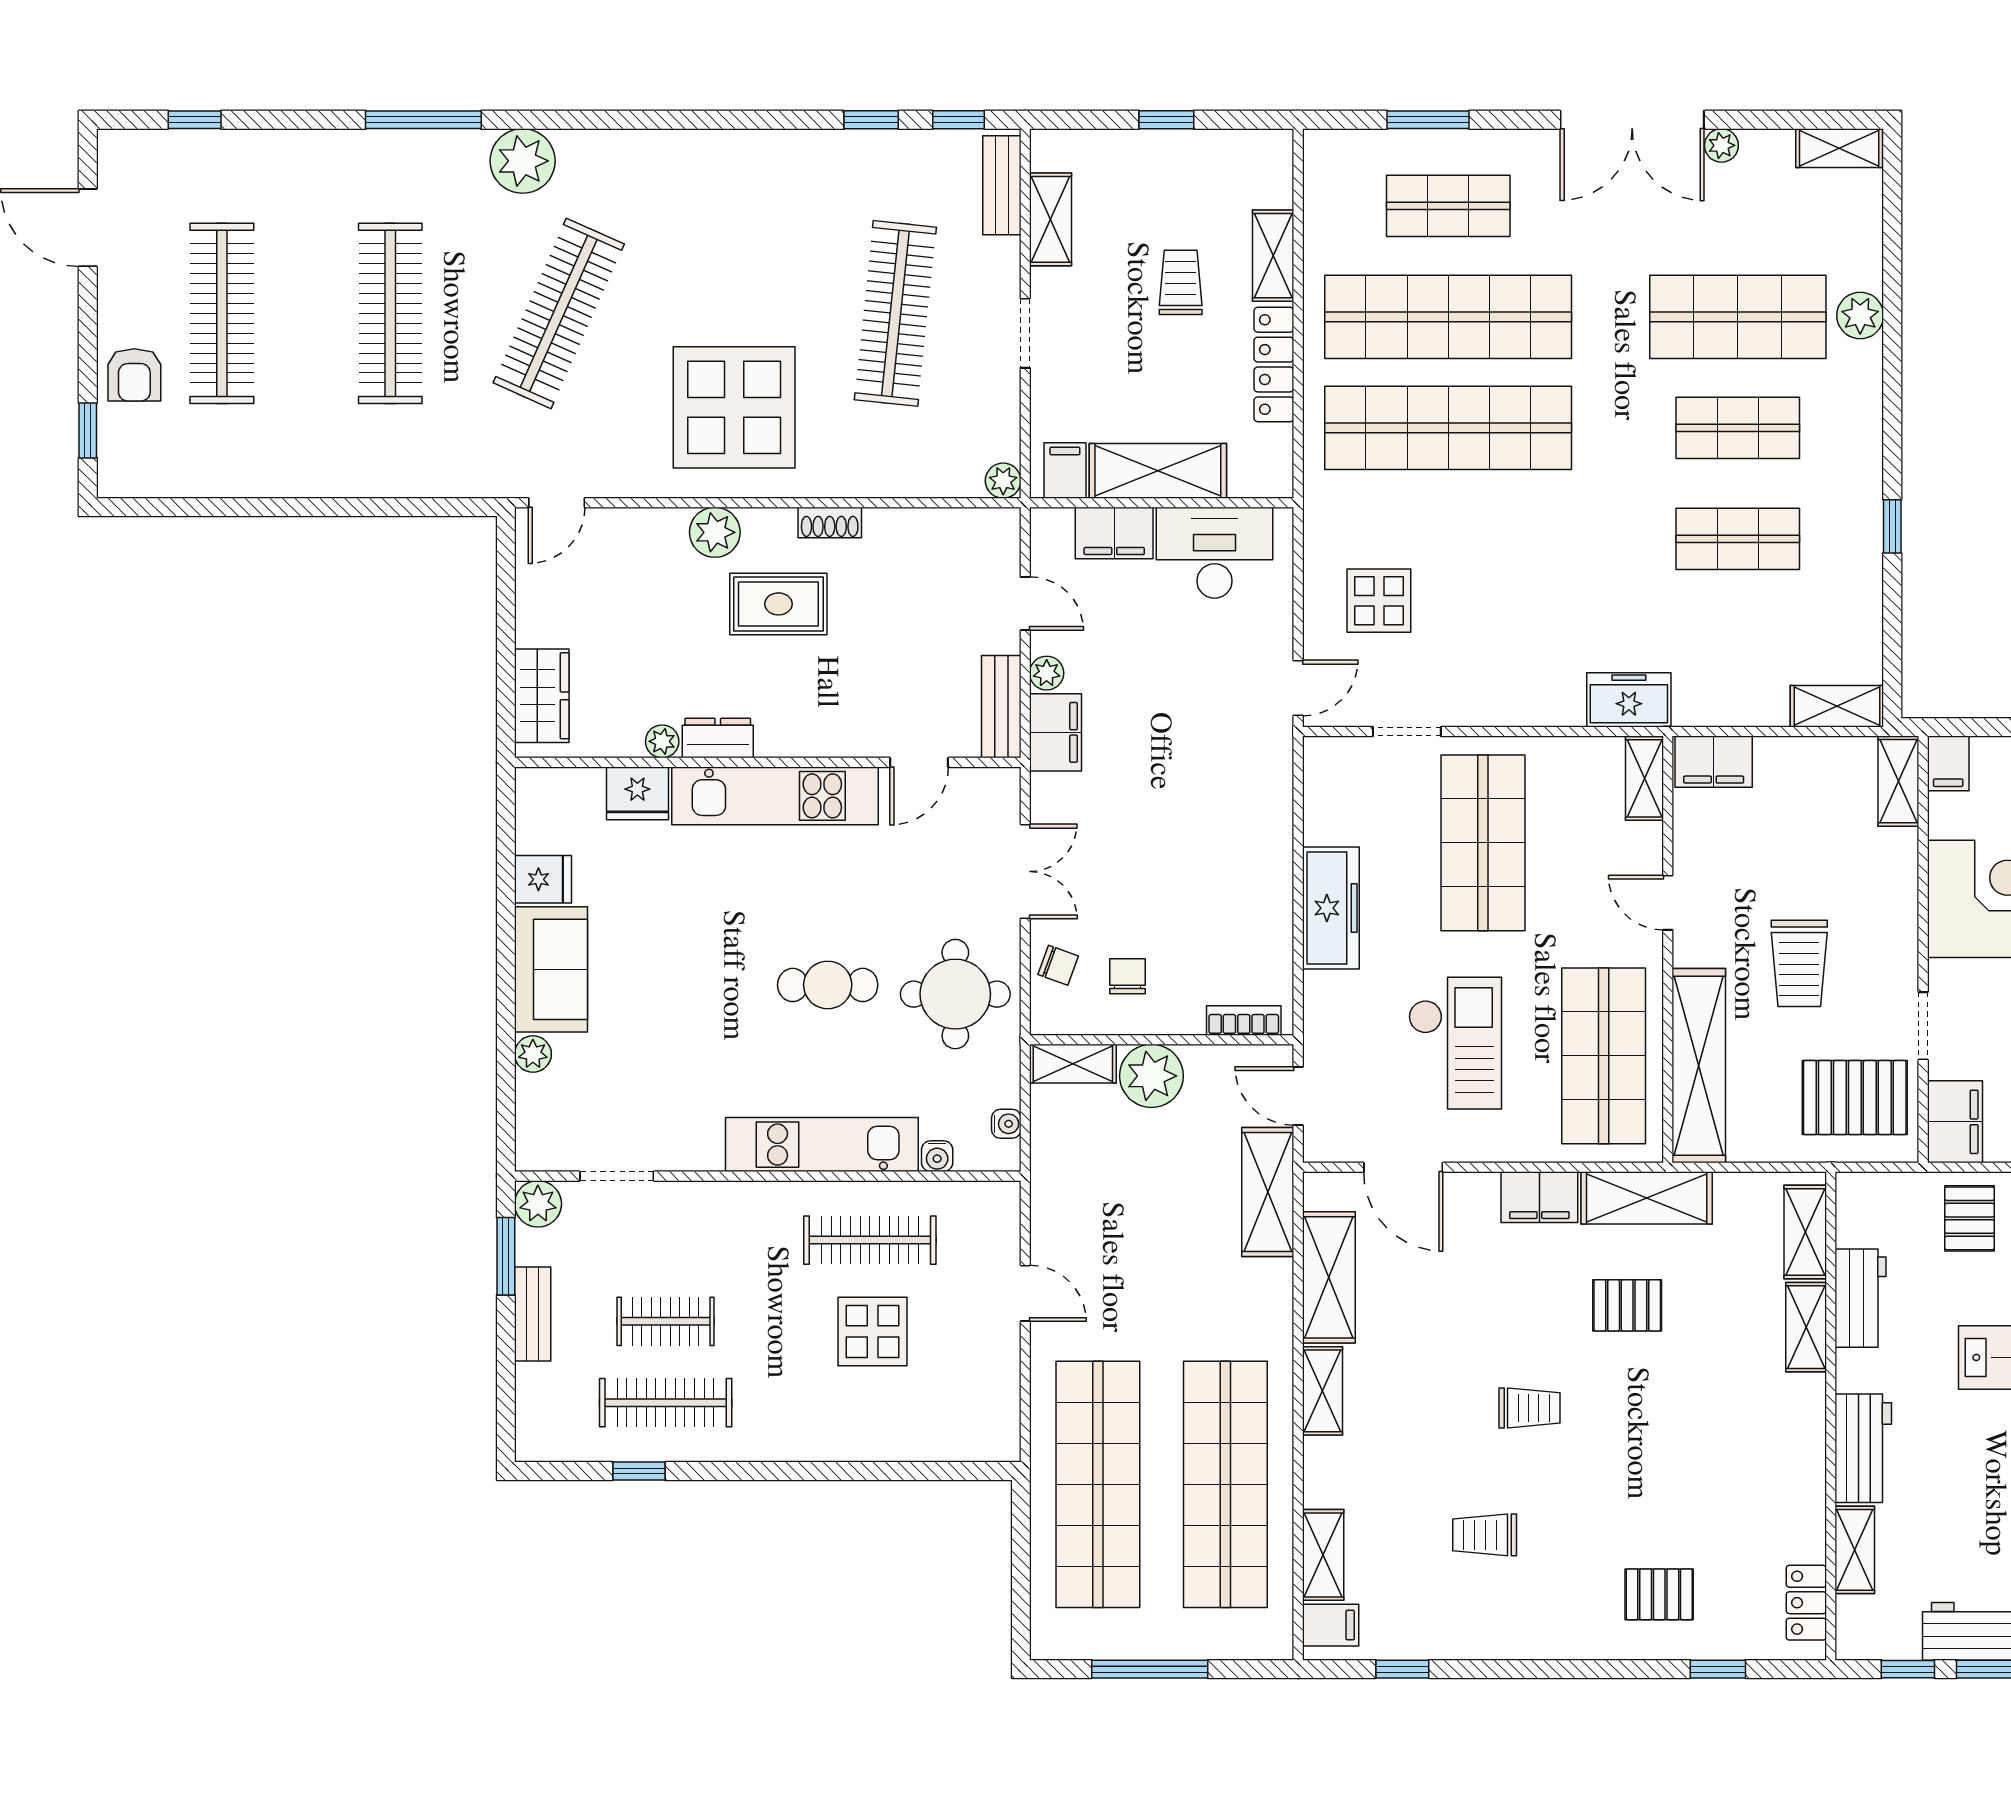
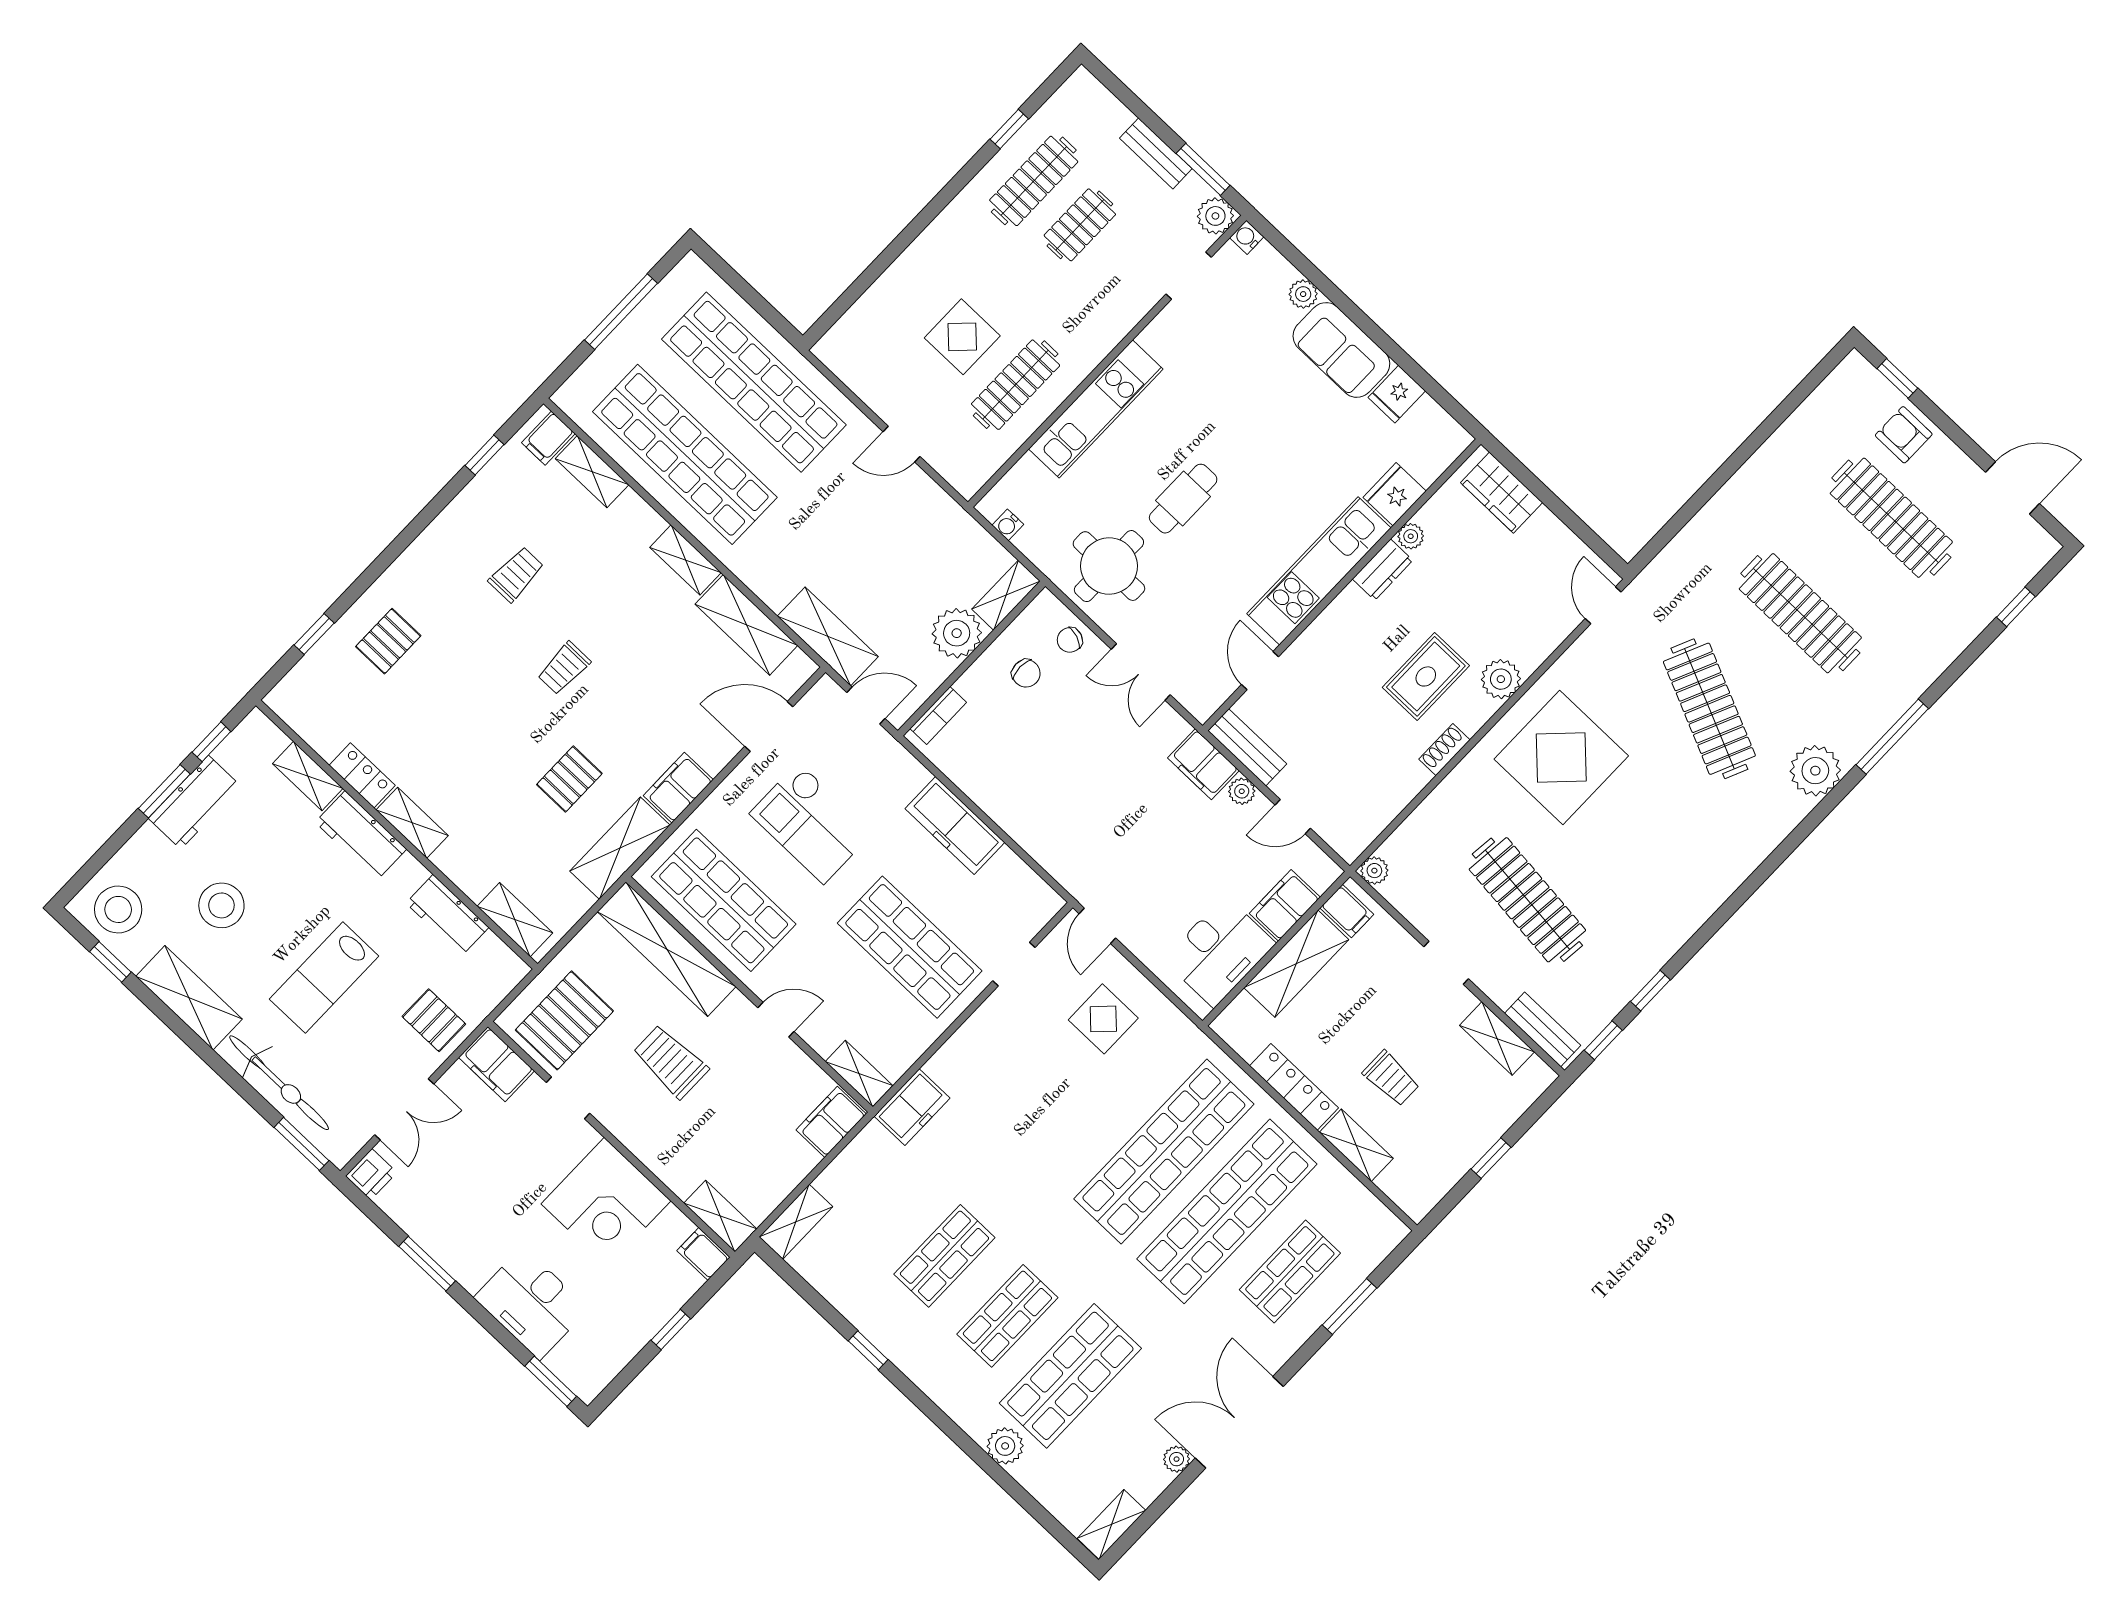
water cooler: (937, 1156) -> (1247, 237), moved
shelving: (1806, 1327) -> (412, 823), moved
locker: (1806, 1603) -> (362, 775), moved

